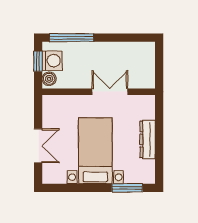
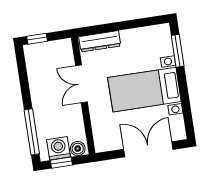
window: (159, 56) -> (37, 39), added
dresser: (148, 139) -> (100, 41), moved
double door: (38, 146) -> (148, 149), width x1.37

